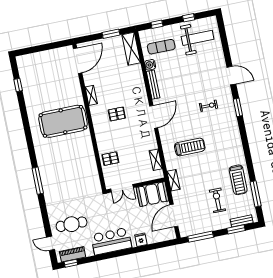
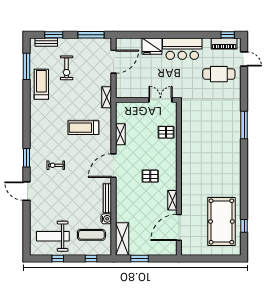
door: (78, 61) -> (179, 227), moved
pool table: (63, 121) -> (221, 221), moved, turned 90
shelving: (156, 160) -> (120, 134), moved
booth: (152, 194) -> (131, 88), removed
fridge: (141, 240) -> (152, 46), width x1.88, depth x1.34

